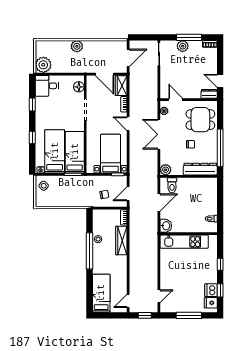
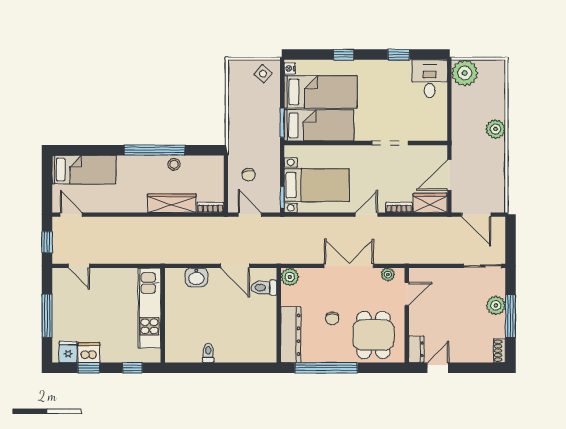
floor lamp: (79, 87) -> (428, 132), removed
wall: (189, 234) -> (163, 315), moved
kitchen unit: (184, 242) -> (149, 308), moved

